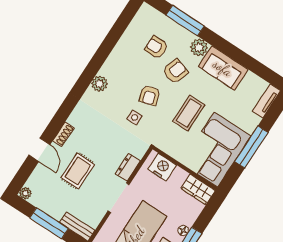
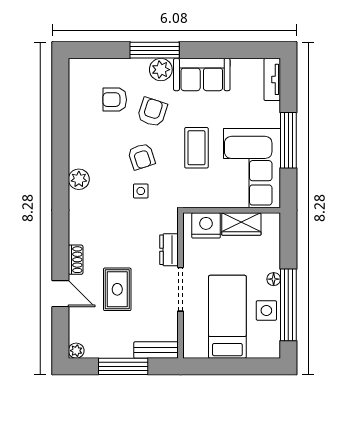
window: (185, 21) -> (155, 50), moved
wardrobe: (198, 189) -> (241, 224), moved

